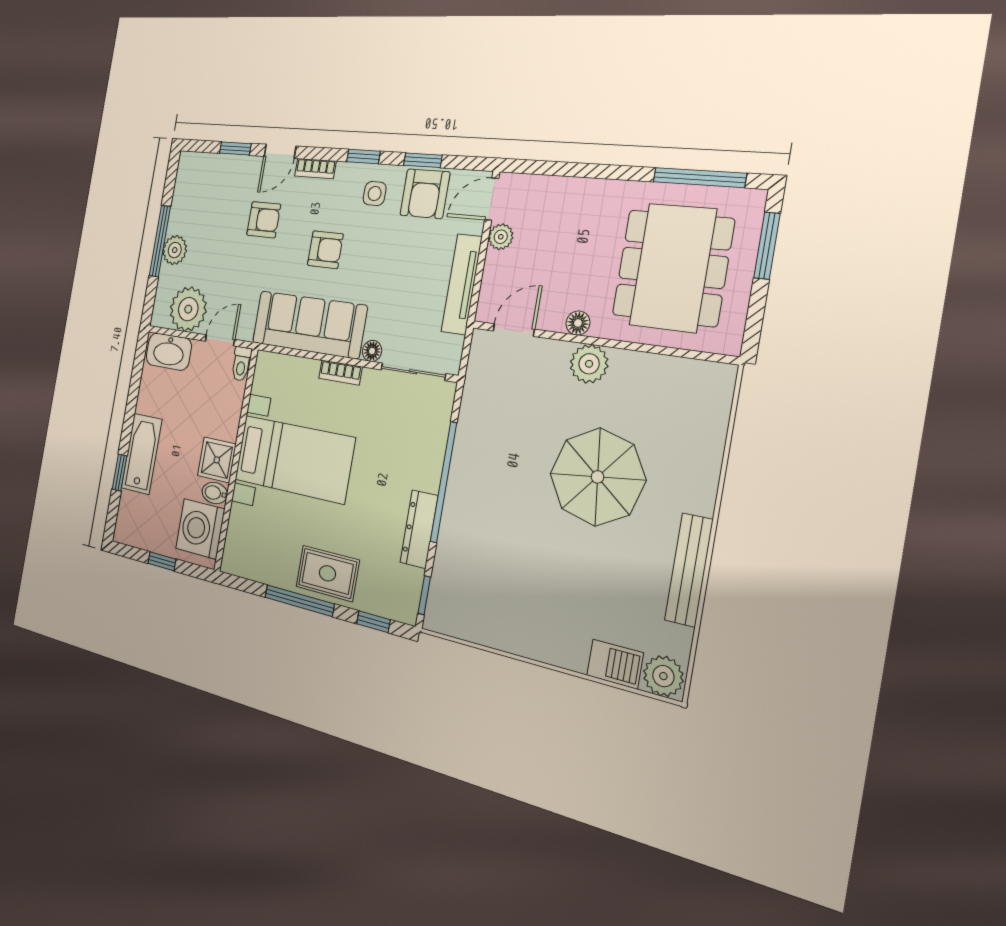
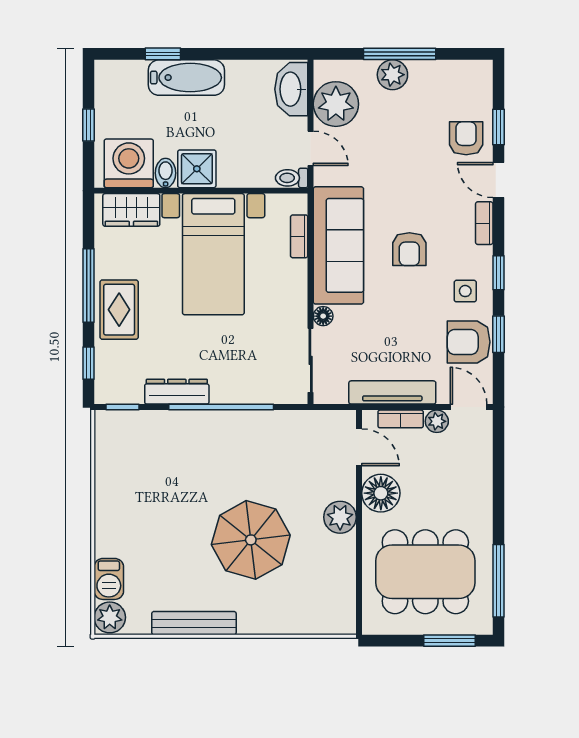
armchair: (264, 220) -> (466, 138), moved, turned 180
bookcase: (491, 278) -> (401, 419), added
floor lamp: (578, 323) -> (381, 493), width x1.89, depth x1.89
bookcase: (340, 373) -> (299, 236), moved
wardrobe: (240, 536) -> (131, 210), added

